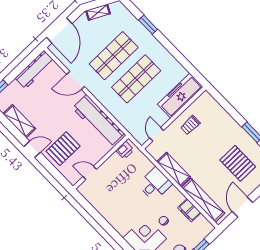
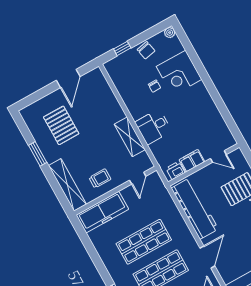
door: (76, 80) -> (207, 257), hinge flipped
shelving: (203, 200) -> (67, 185), moved
filing cabinet: (189, 210) -> (192, 161), moved, turned -90

